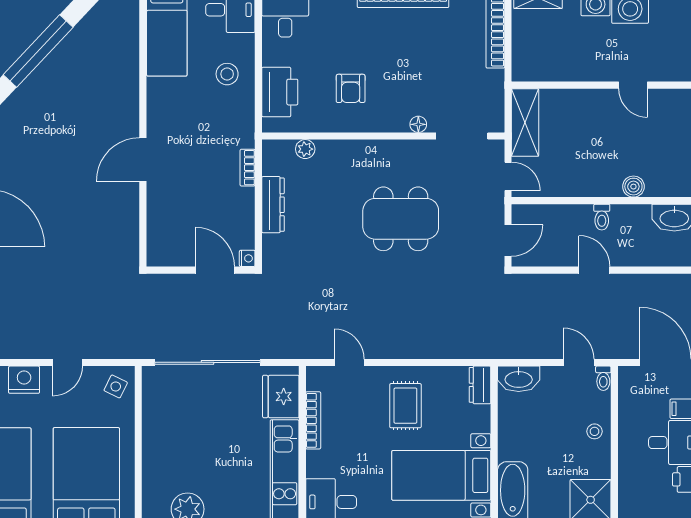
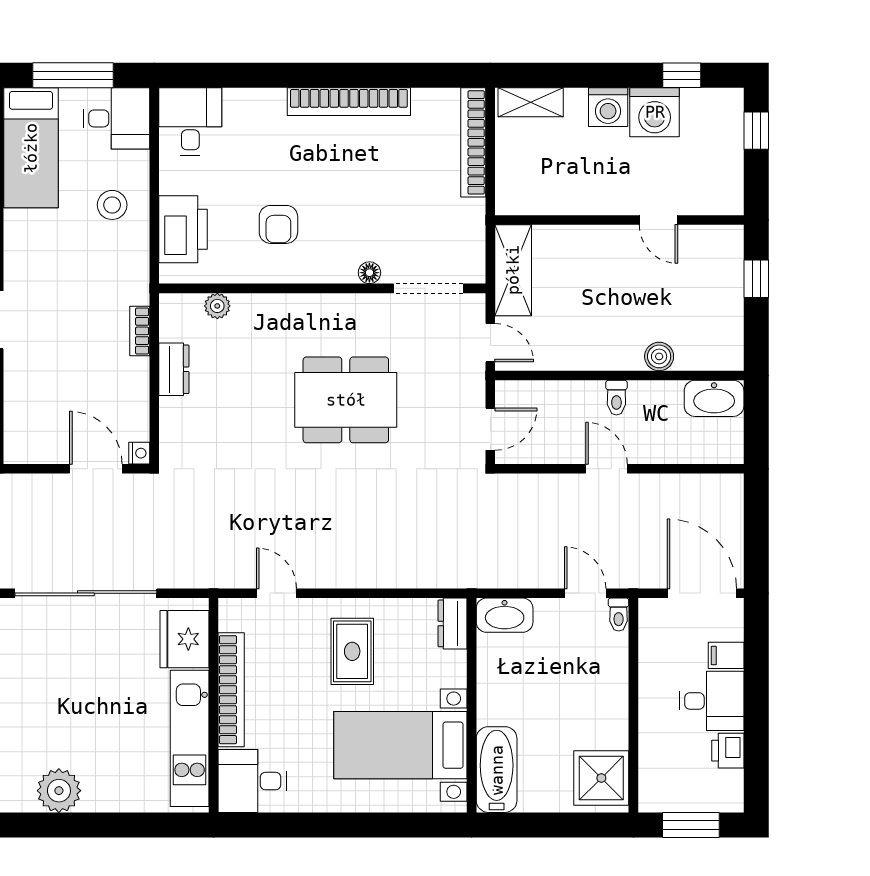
dresser: (273, 205) -> (174, 369), width x0.70
bookcase: (313, 420) -> (231, 690), width x1.48, depth x1.31
stool: (595, 431) -> (607, 686), removed

